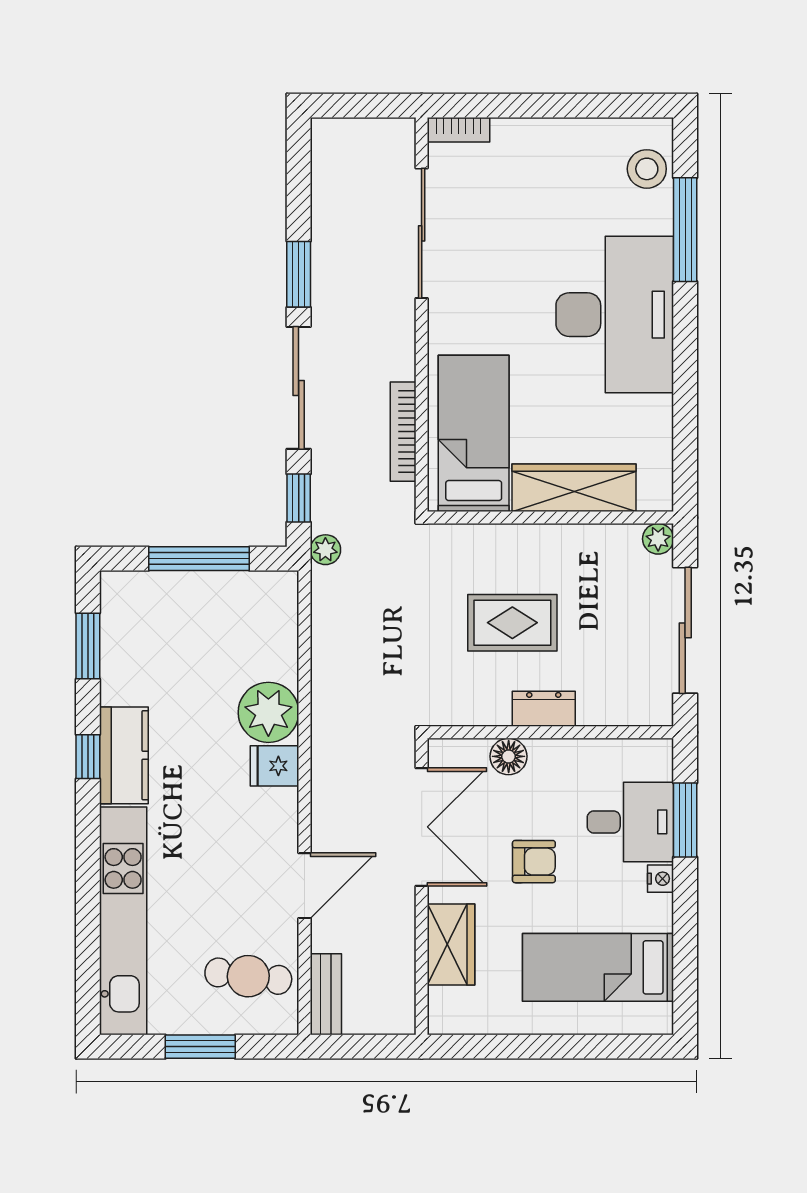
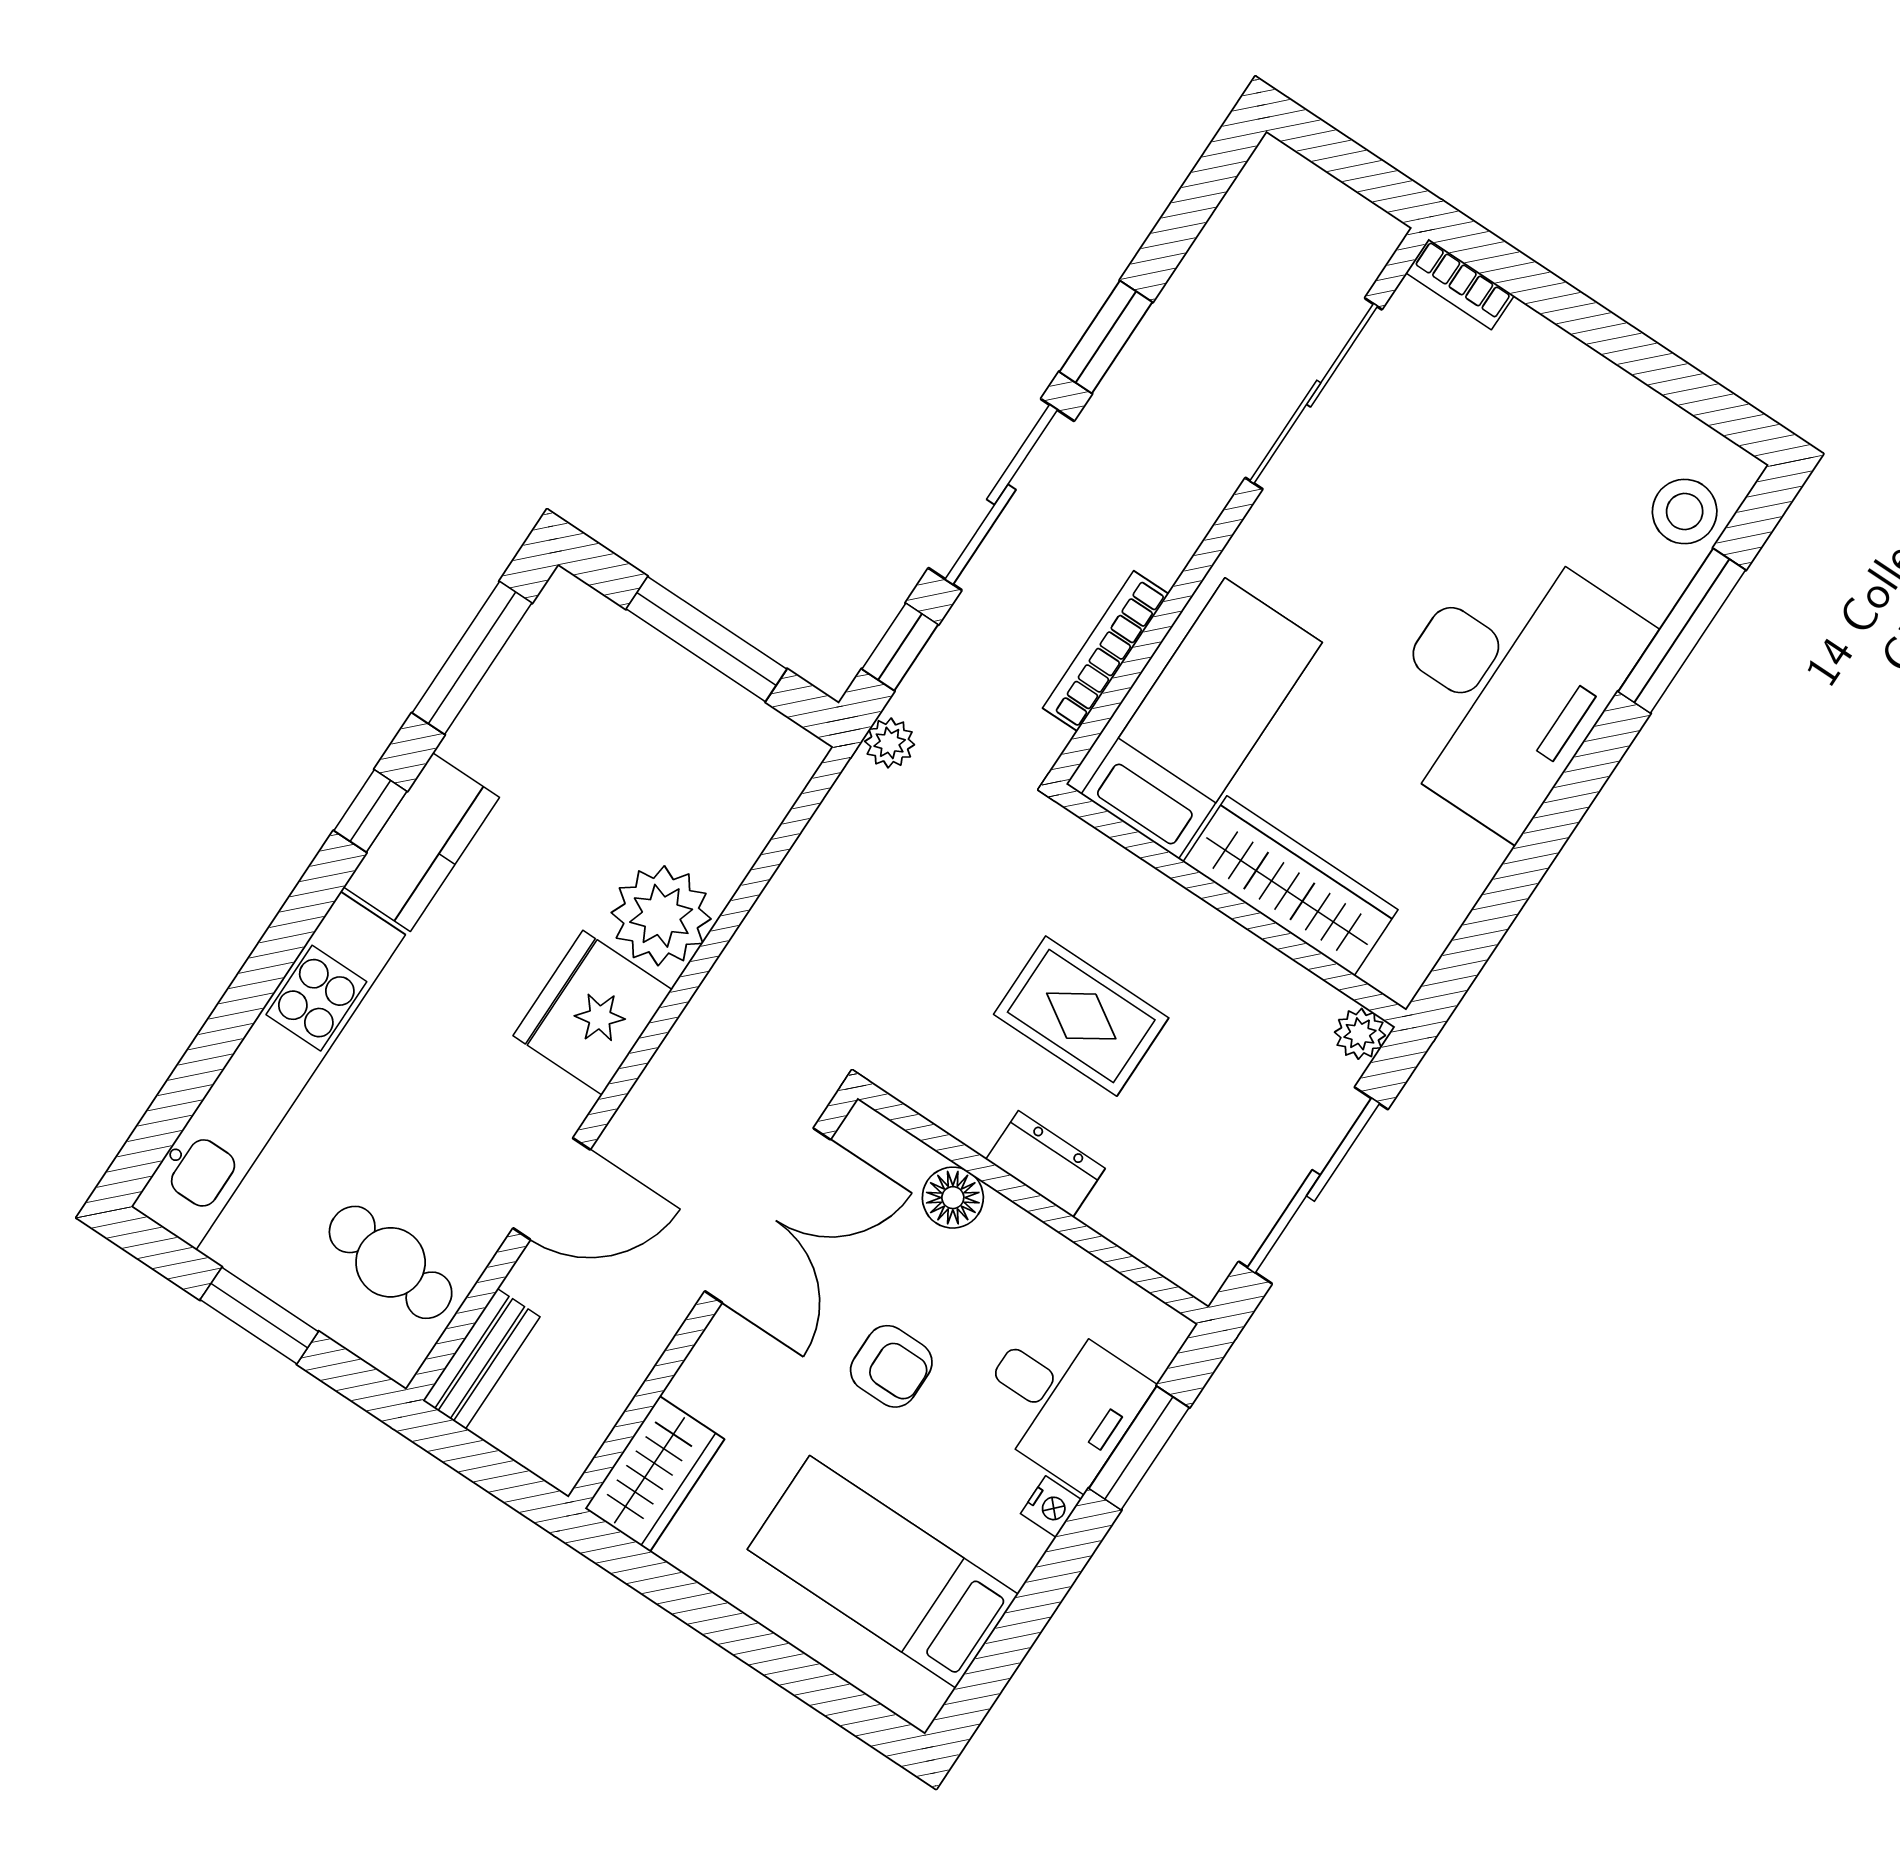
window: (88, 646) -> (472, 658), width x1.44
fridge: (275, 766) -> (593, 1013), width x1.88, depth x1.34
wardrobe: (451, 944) -> (655, 1474), moved

